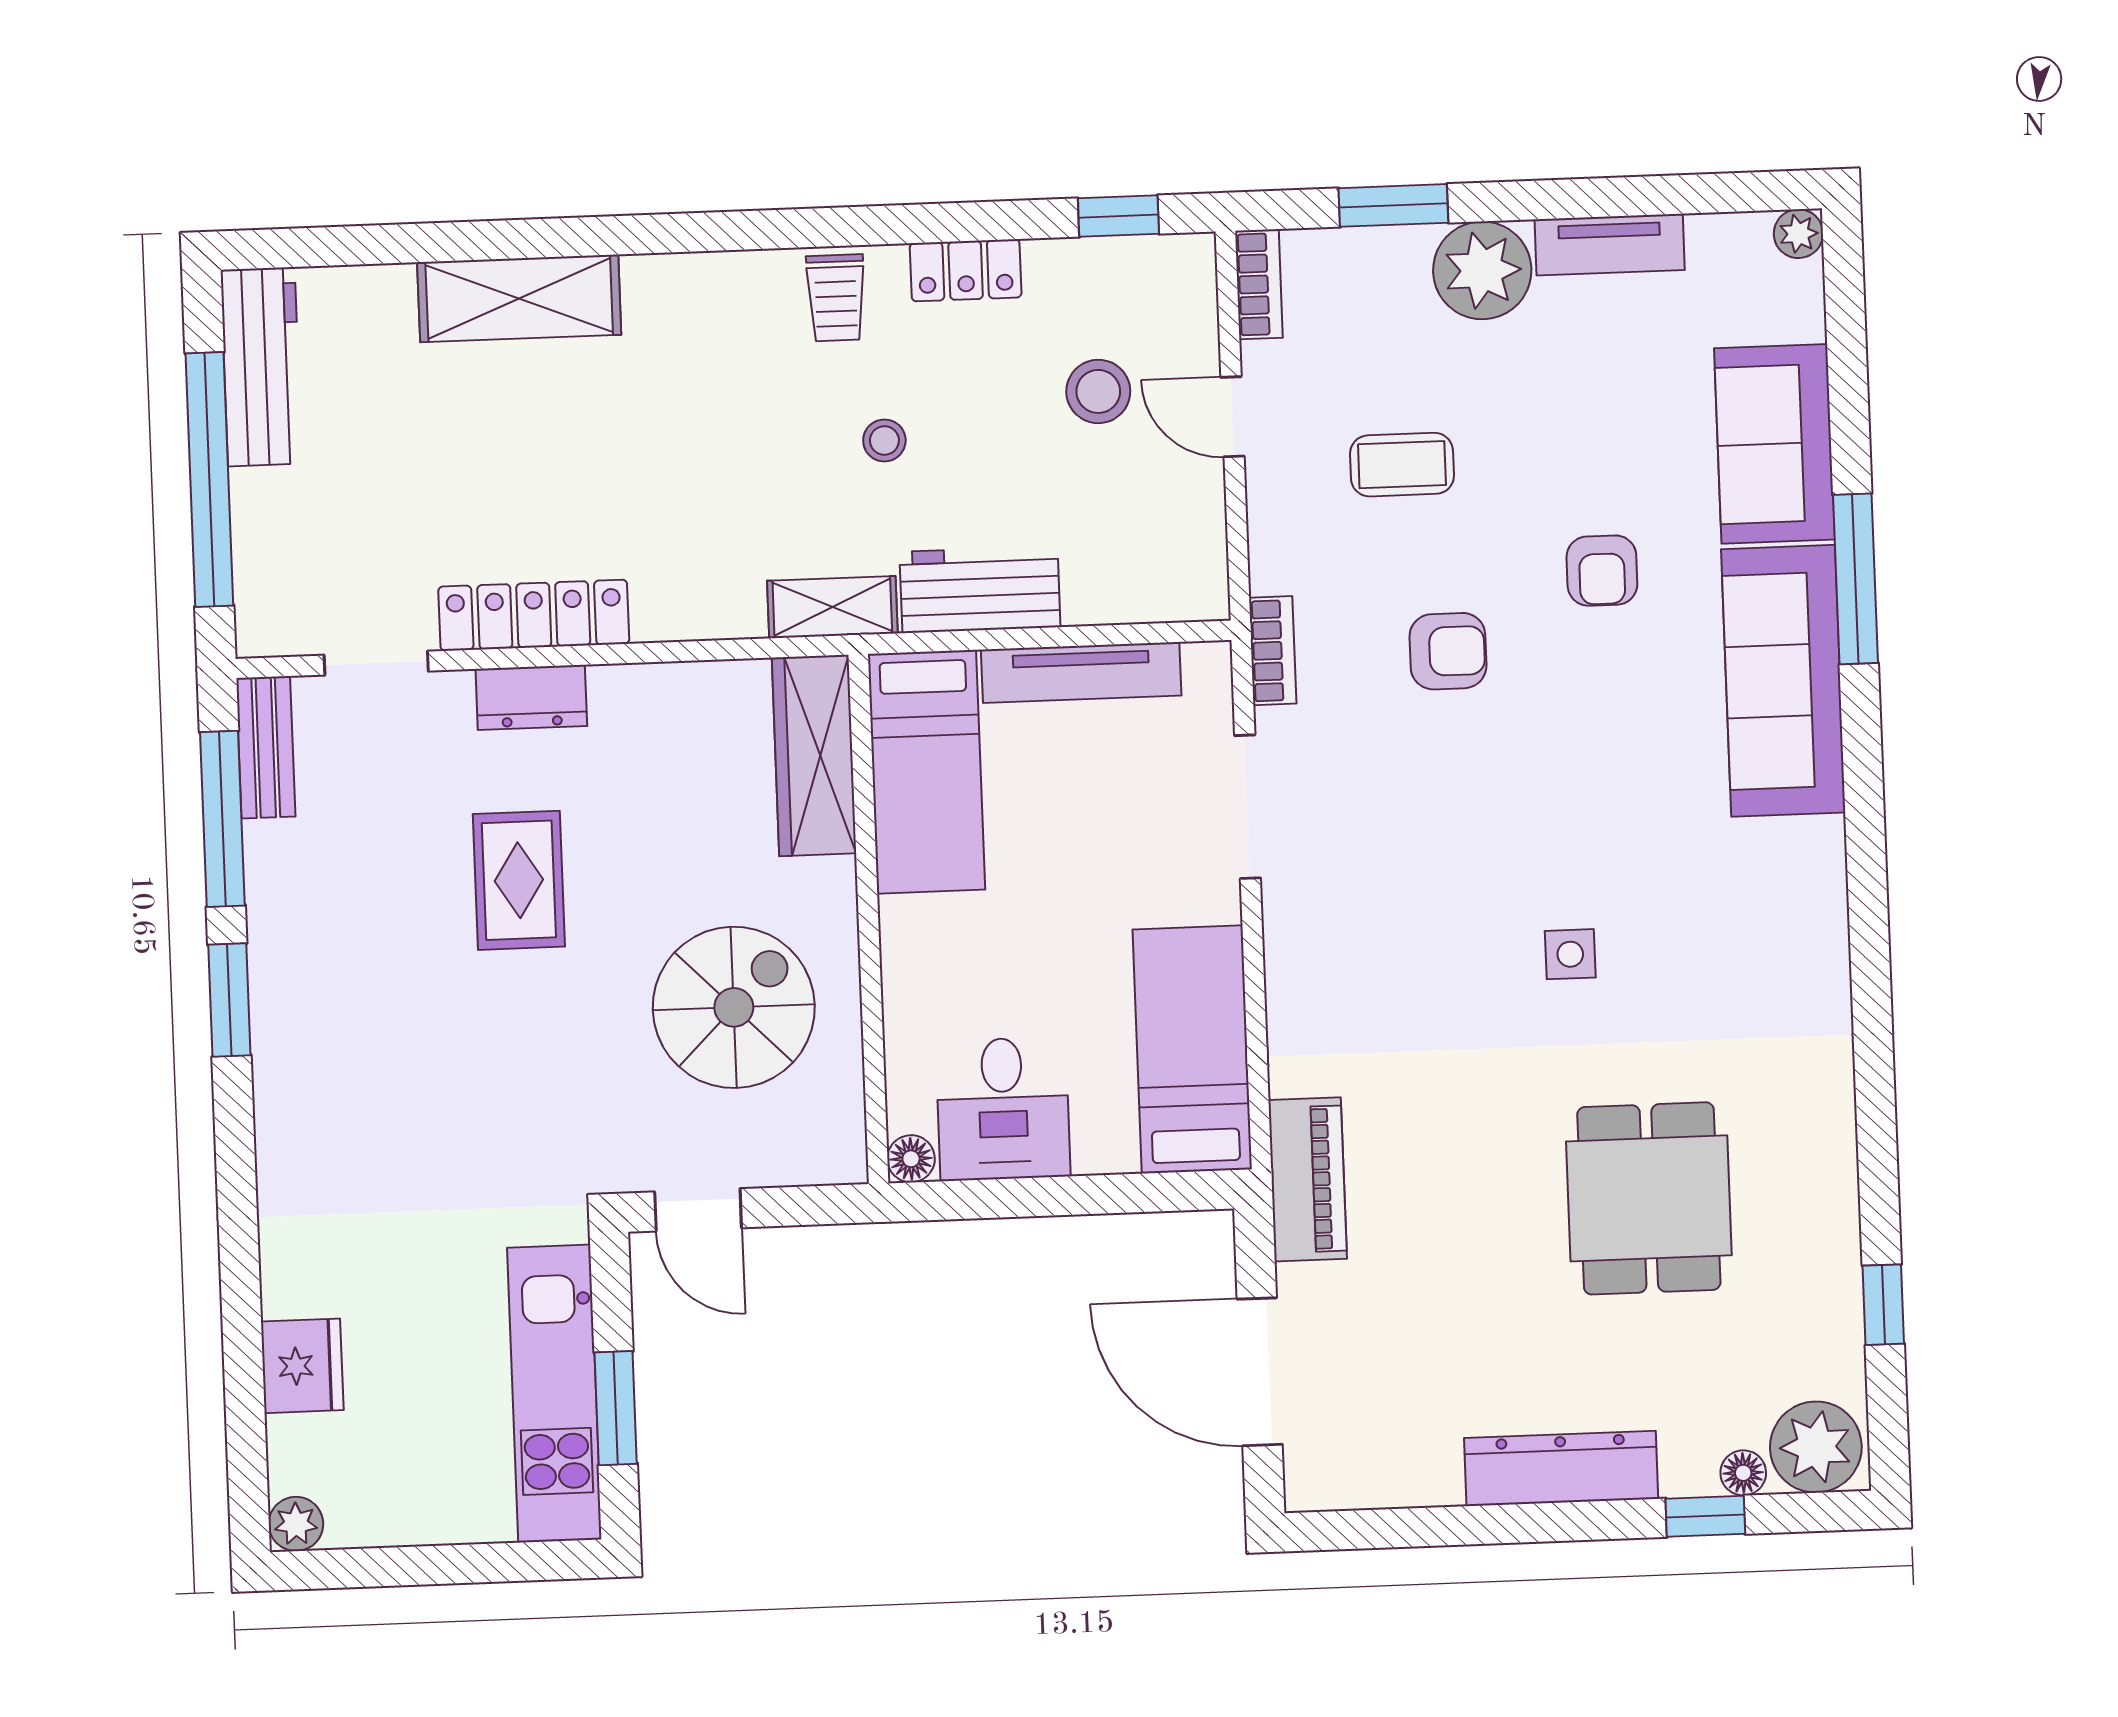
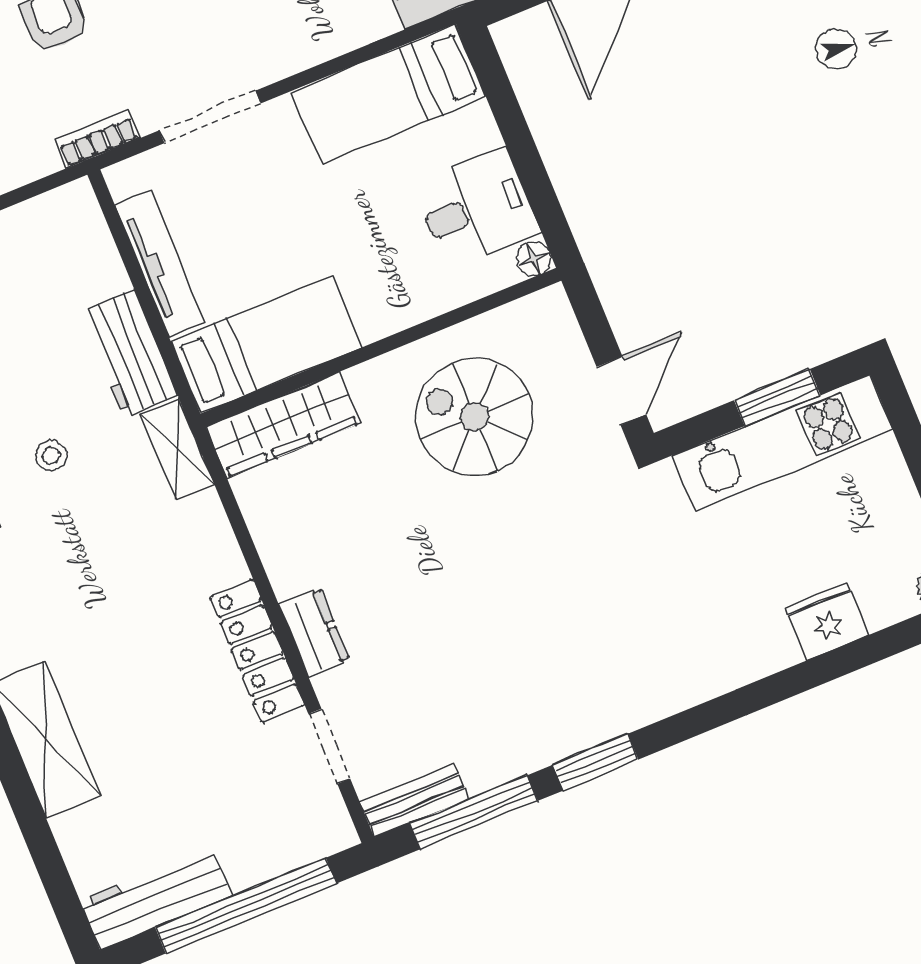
rug: (519, 880) -> (442, 595), removed

